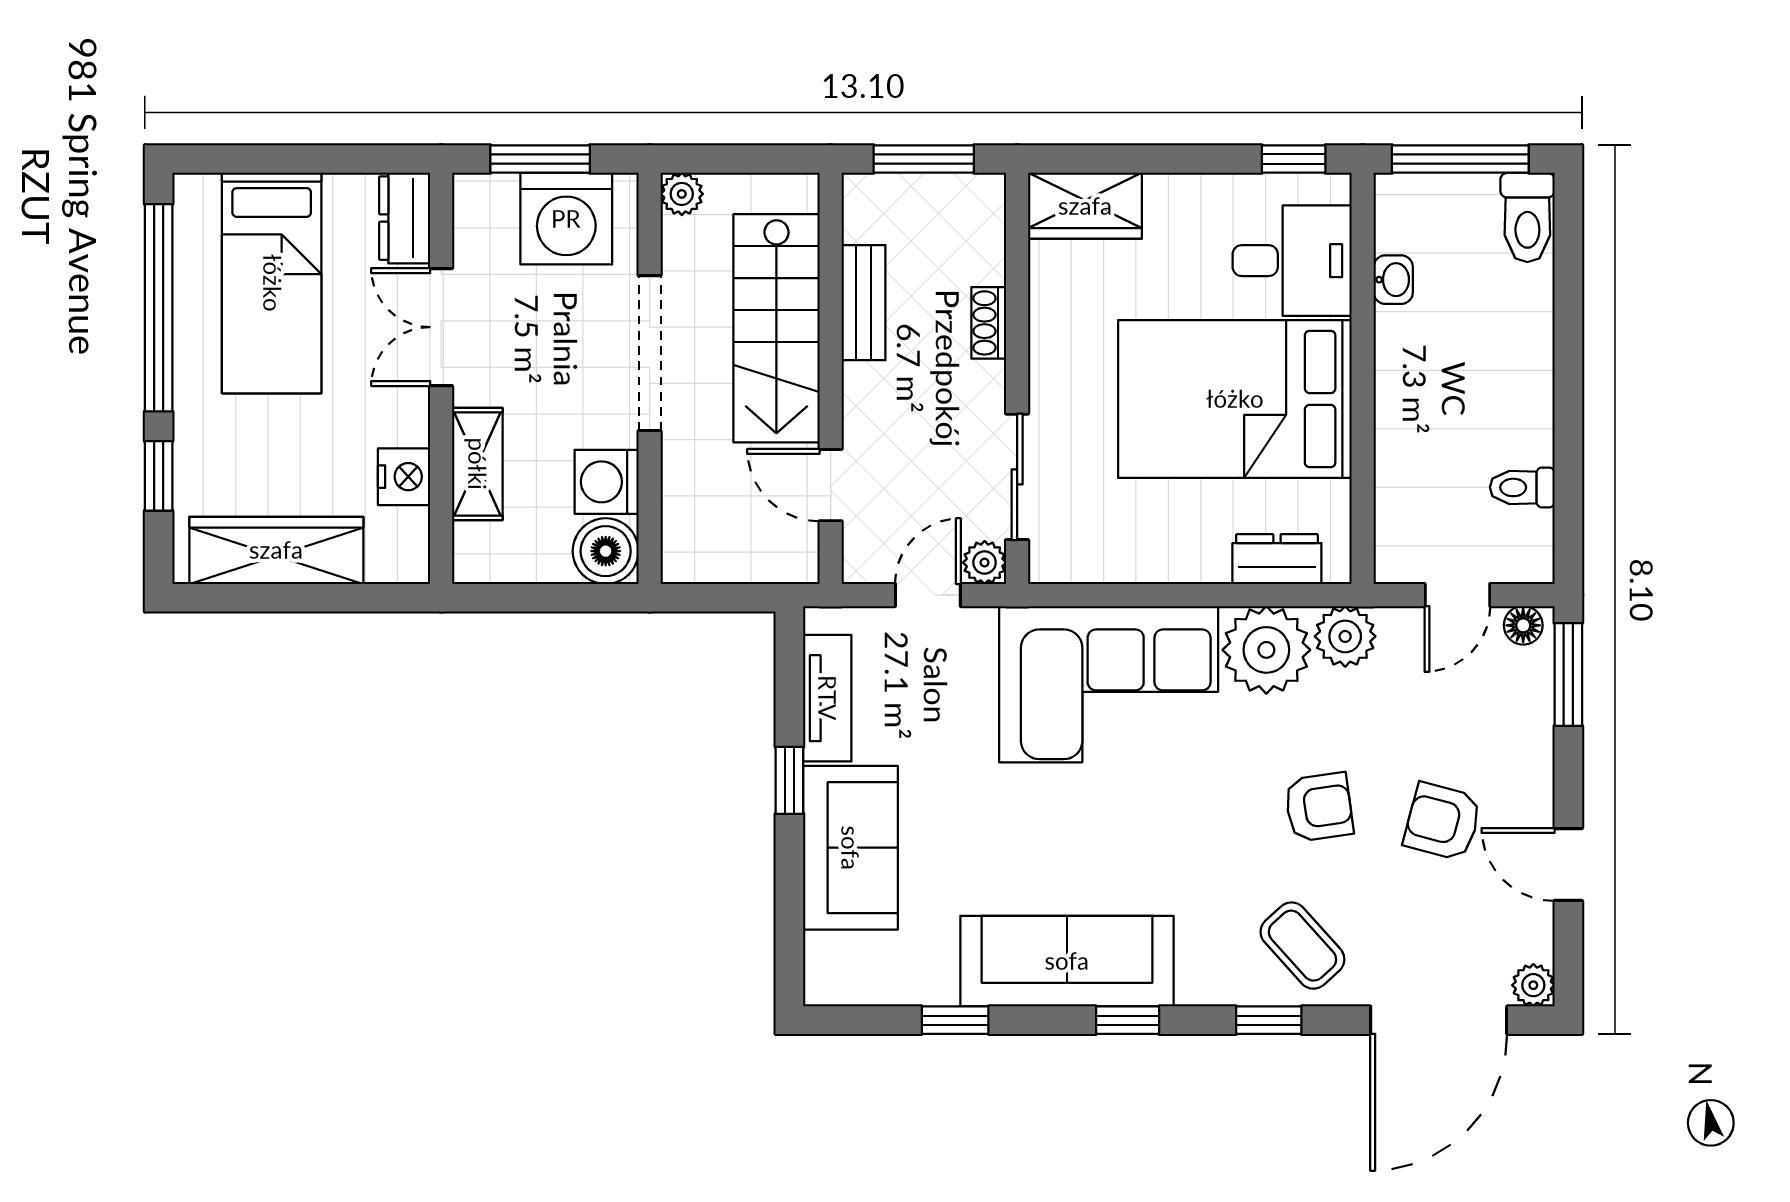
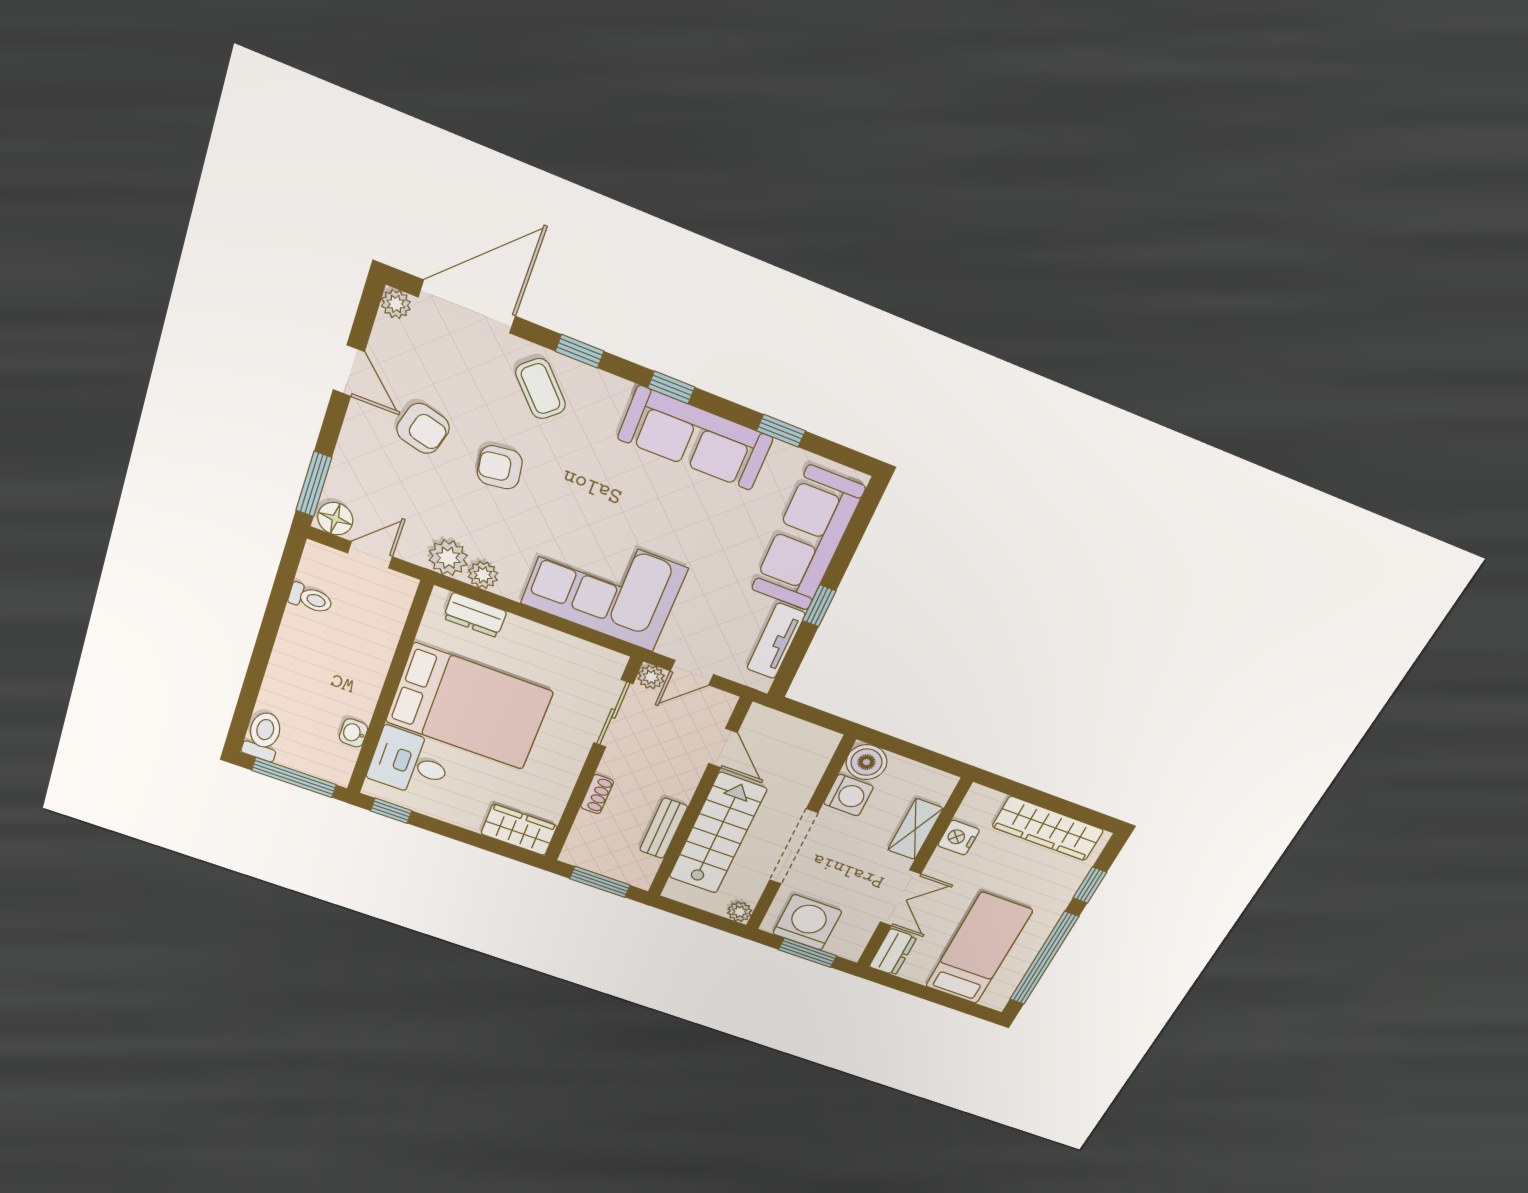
floor lamp: (1523, 625) -> (335, 519), width x1.37, depth x1.37
plant: (1266, 650) -> (483, 575), width x0.53, depth x0.53
sofa: (850, 848) -> (808, 539), width x1.36

